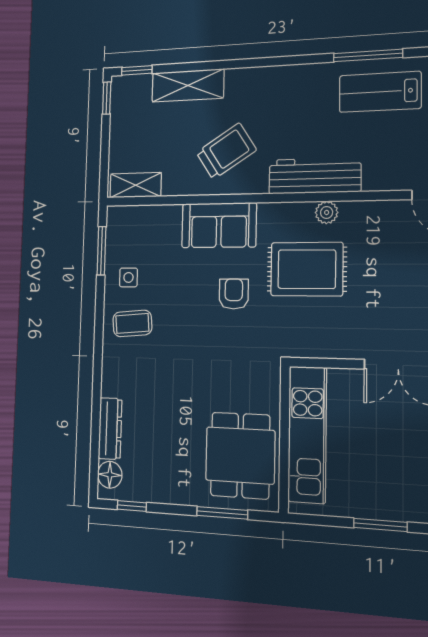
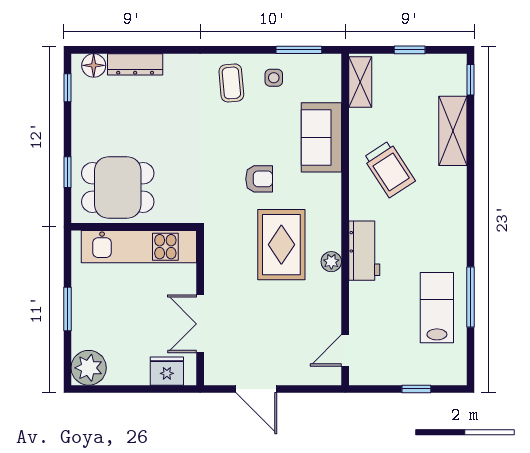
window: (107, 98) -> (410, 50), moved
workbench: (315, 176) -> (364, 251), width x0.73
sofa: (219, 225) -> (321, 137), moved
window: (222, 513) -> (67, 172), width x0.67

